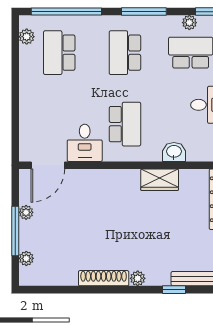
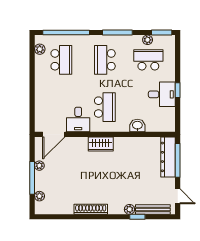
school desk: (59, 53) -> (61, 60), turned 180
wardrobe: (160, 180) -> (101, 144), moved
plant: (138, 278) -> (130, 209), moved

